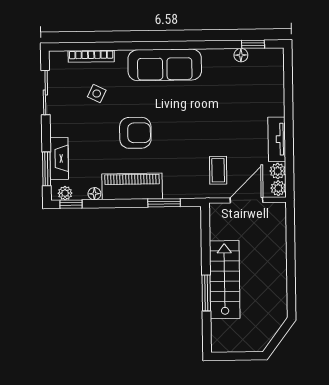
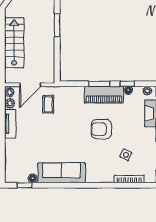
sofa: (165, 65) -> (62, 173), moved
window: (164, 203) -> (99, 84), moved
window: (71, 204) -> (127, 84), moved
stairs: (225, 280) -> (14, 43), moved, turned 180

